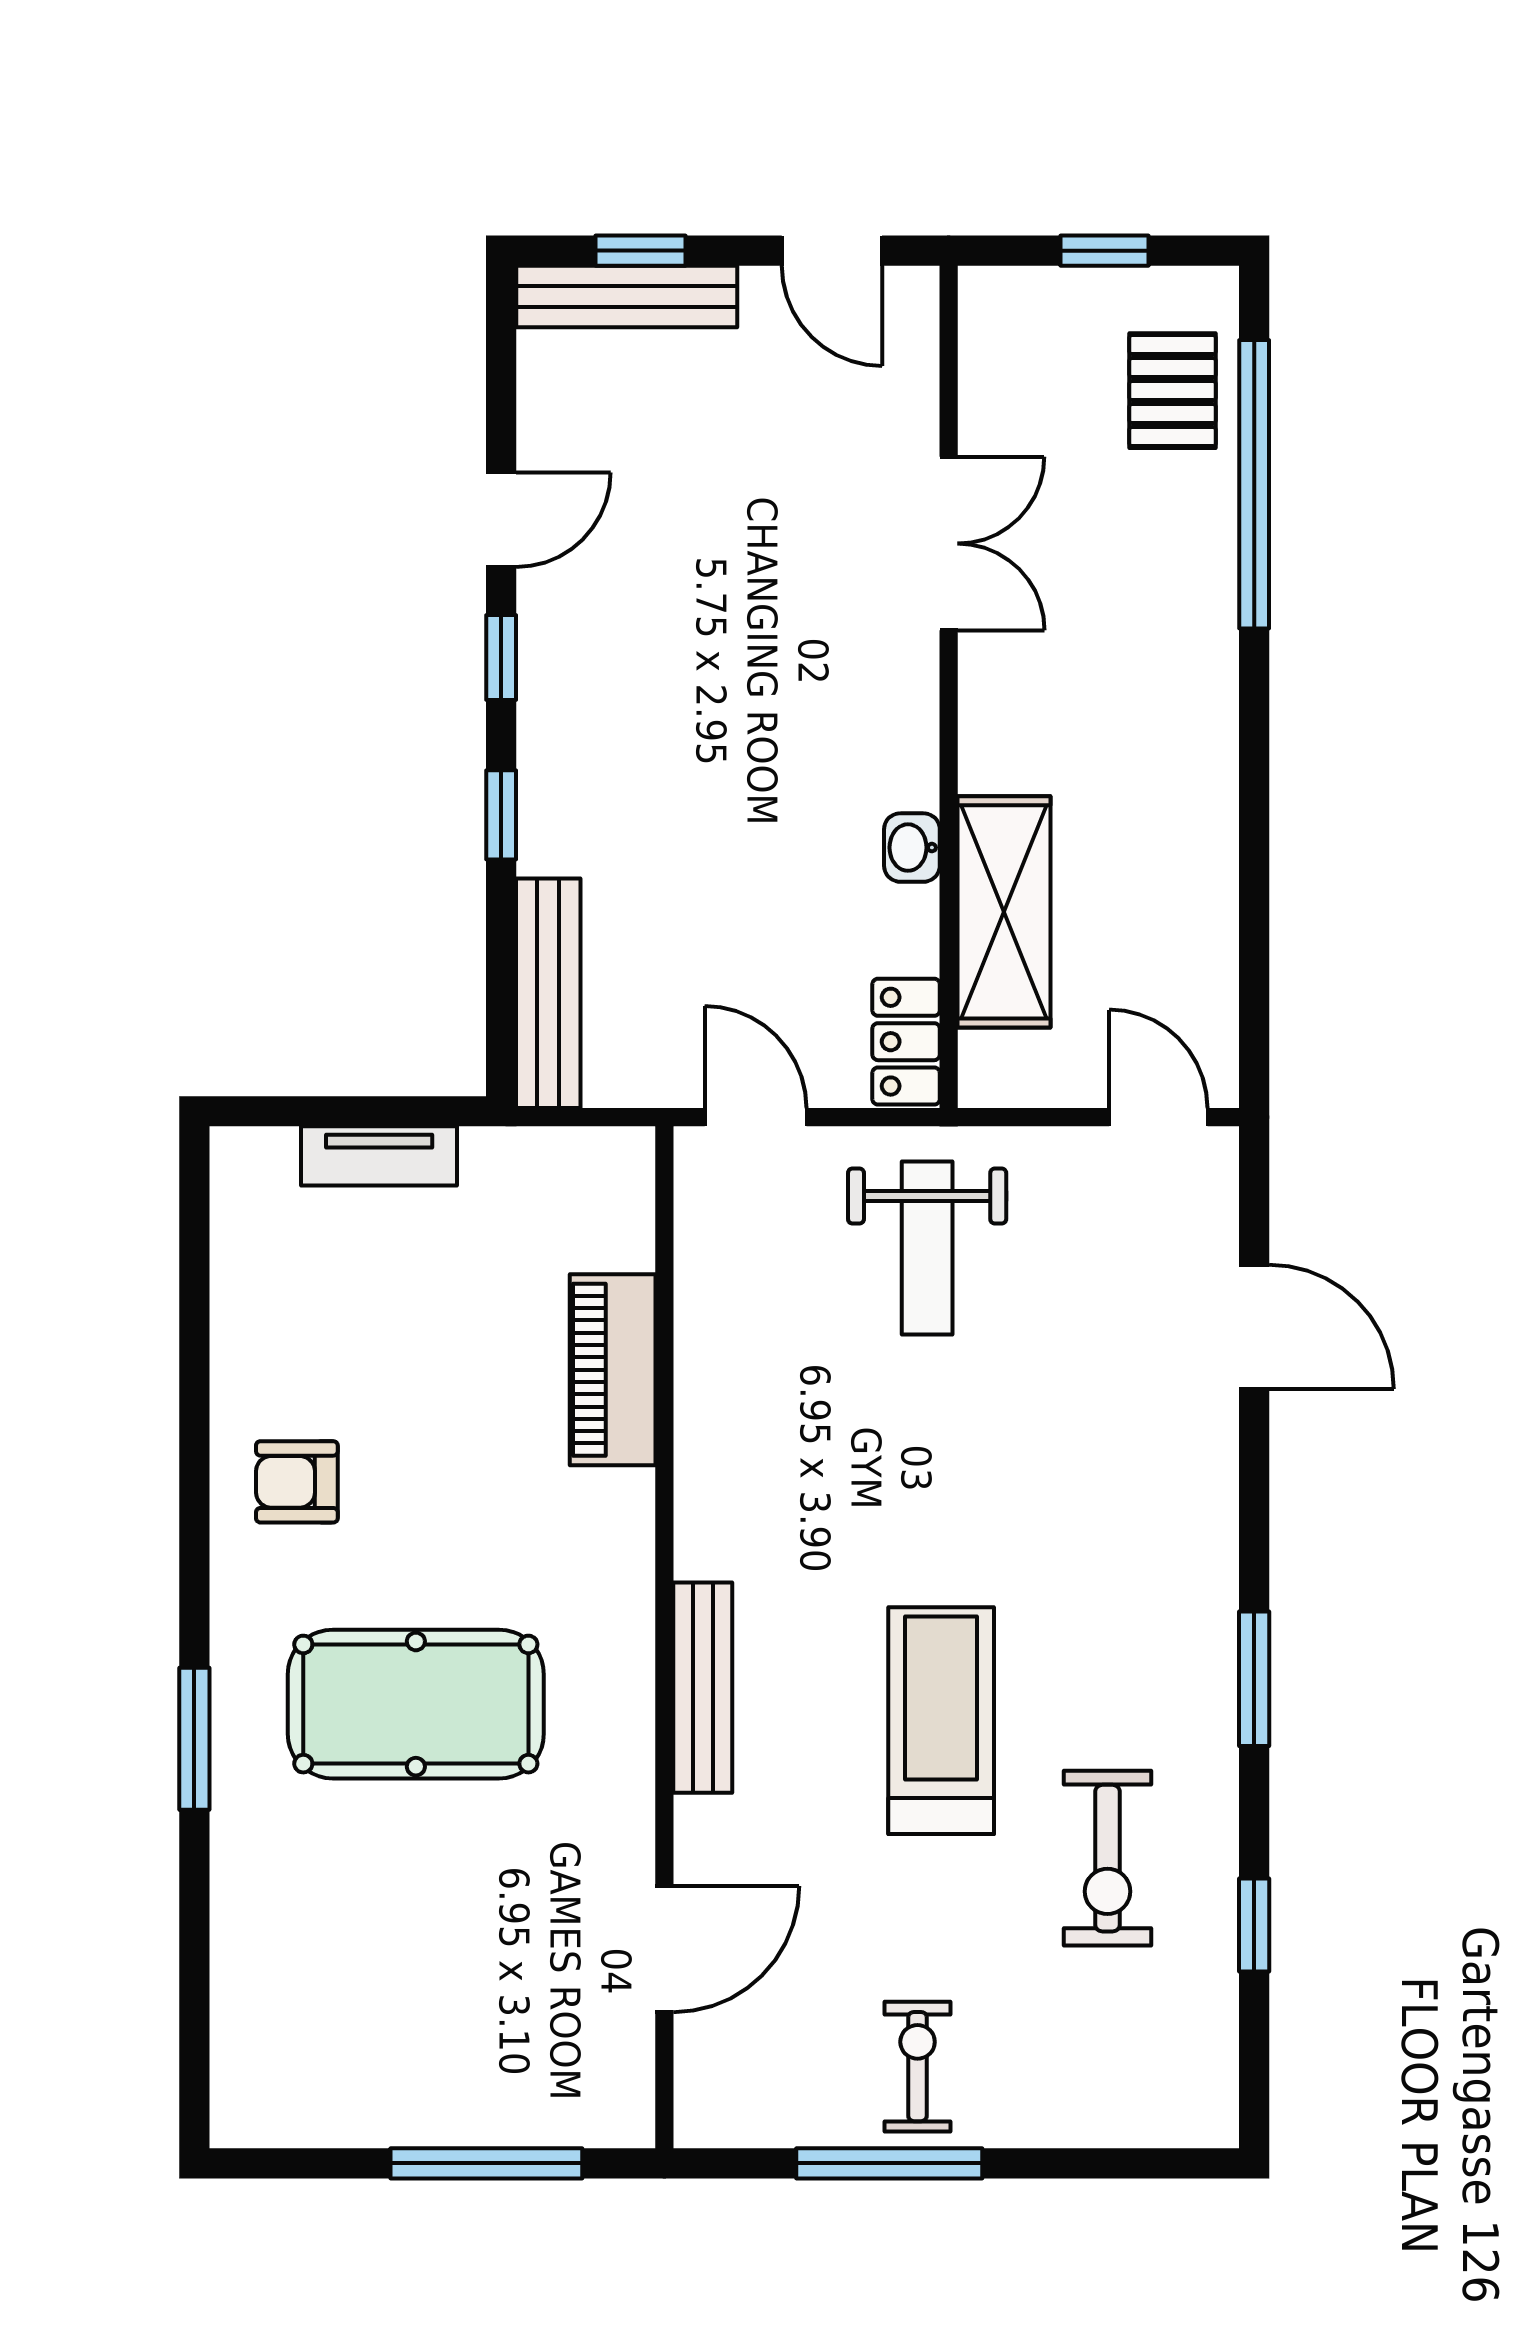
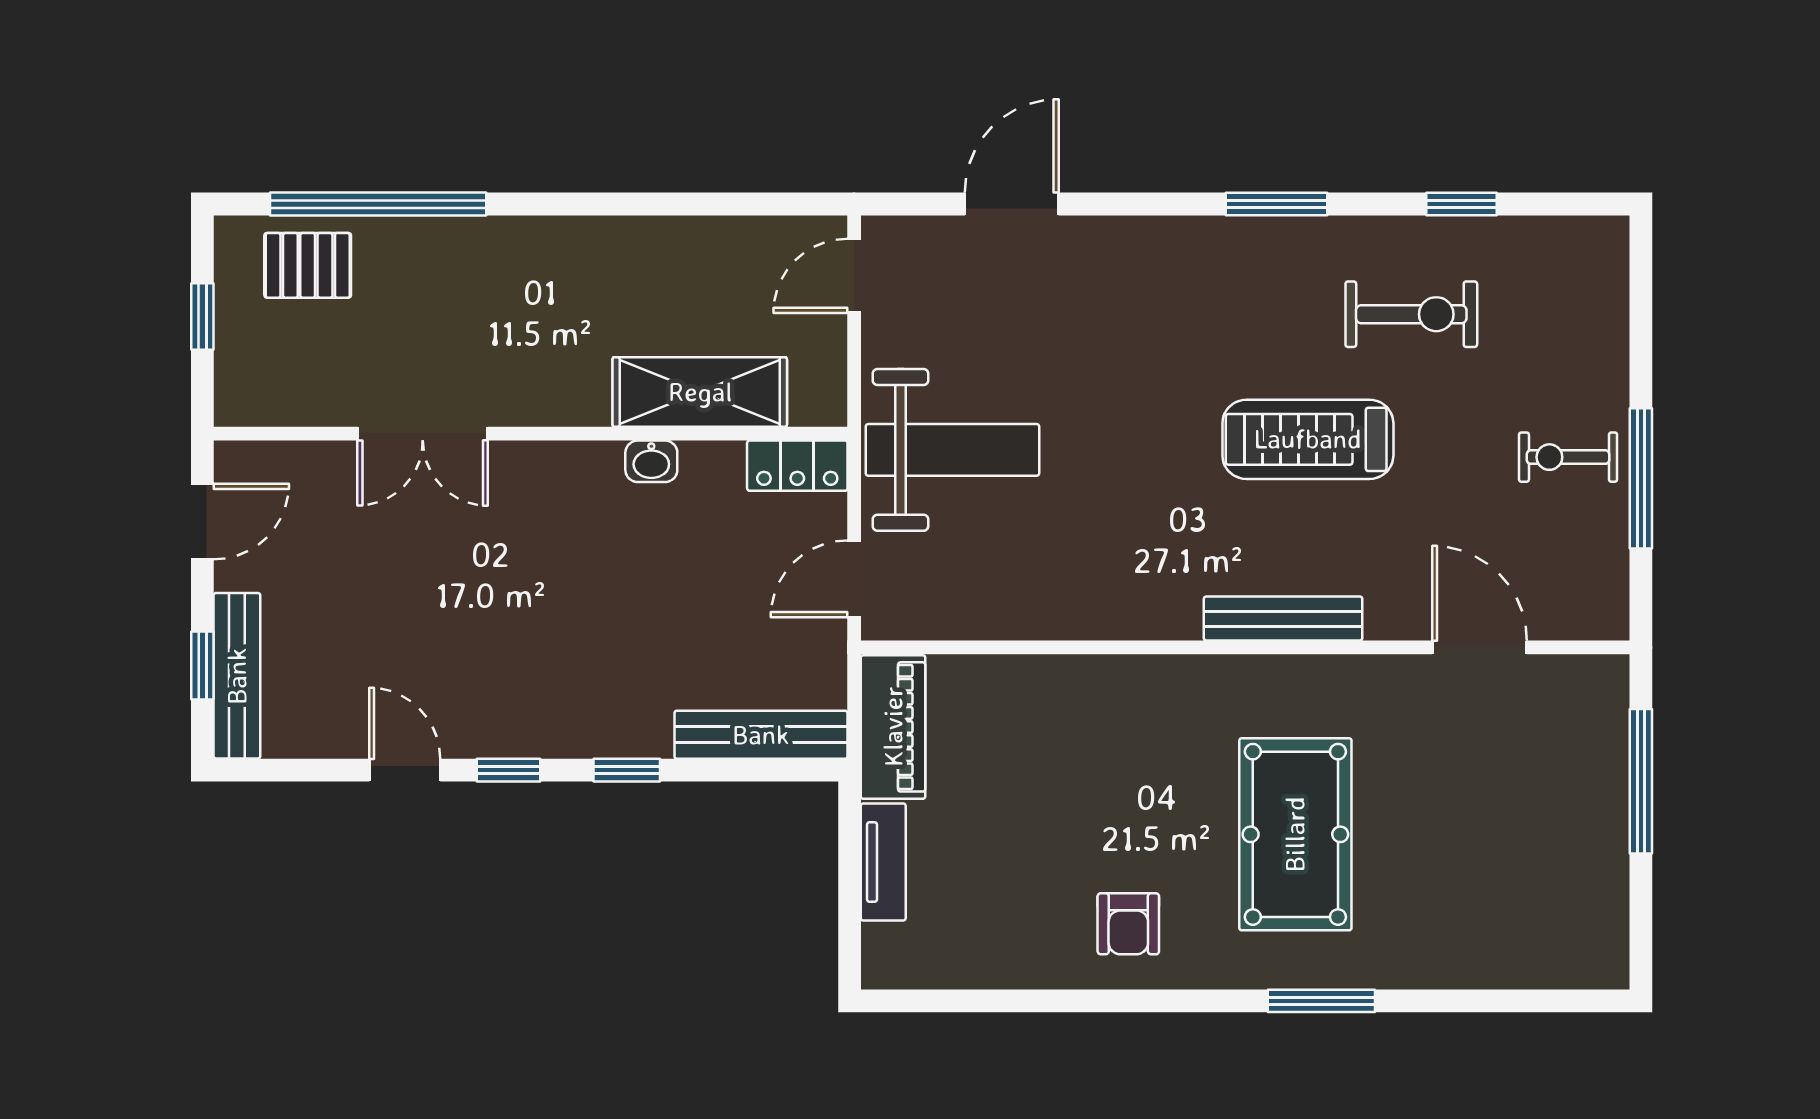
double door: (949, 543) -> (423, 434), swing flipped
weight bench: (927, 1248) -> (952, 450), width x1.36, depth x1.33
piano: (613, 1370) -> (893, 727), moved, turned -90

